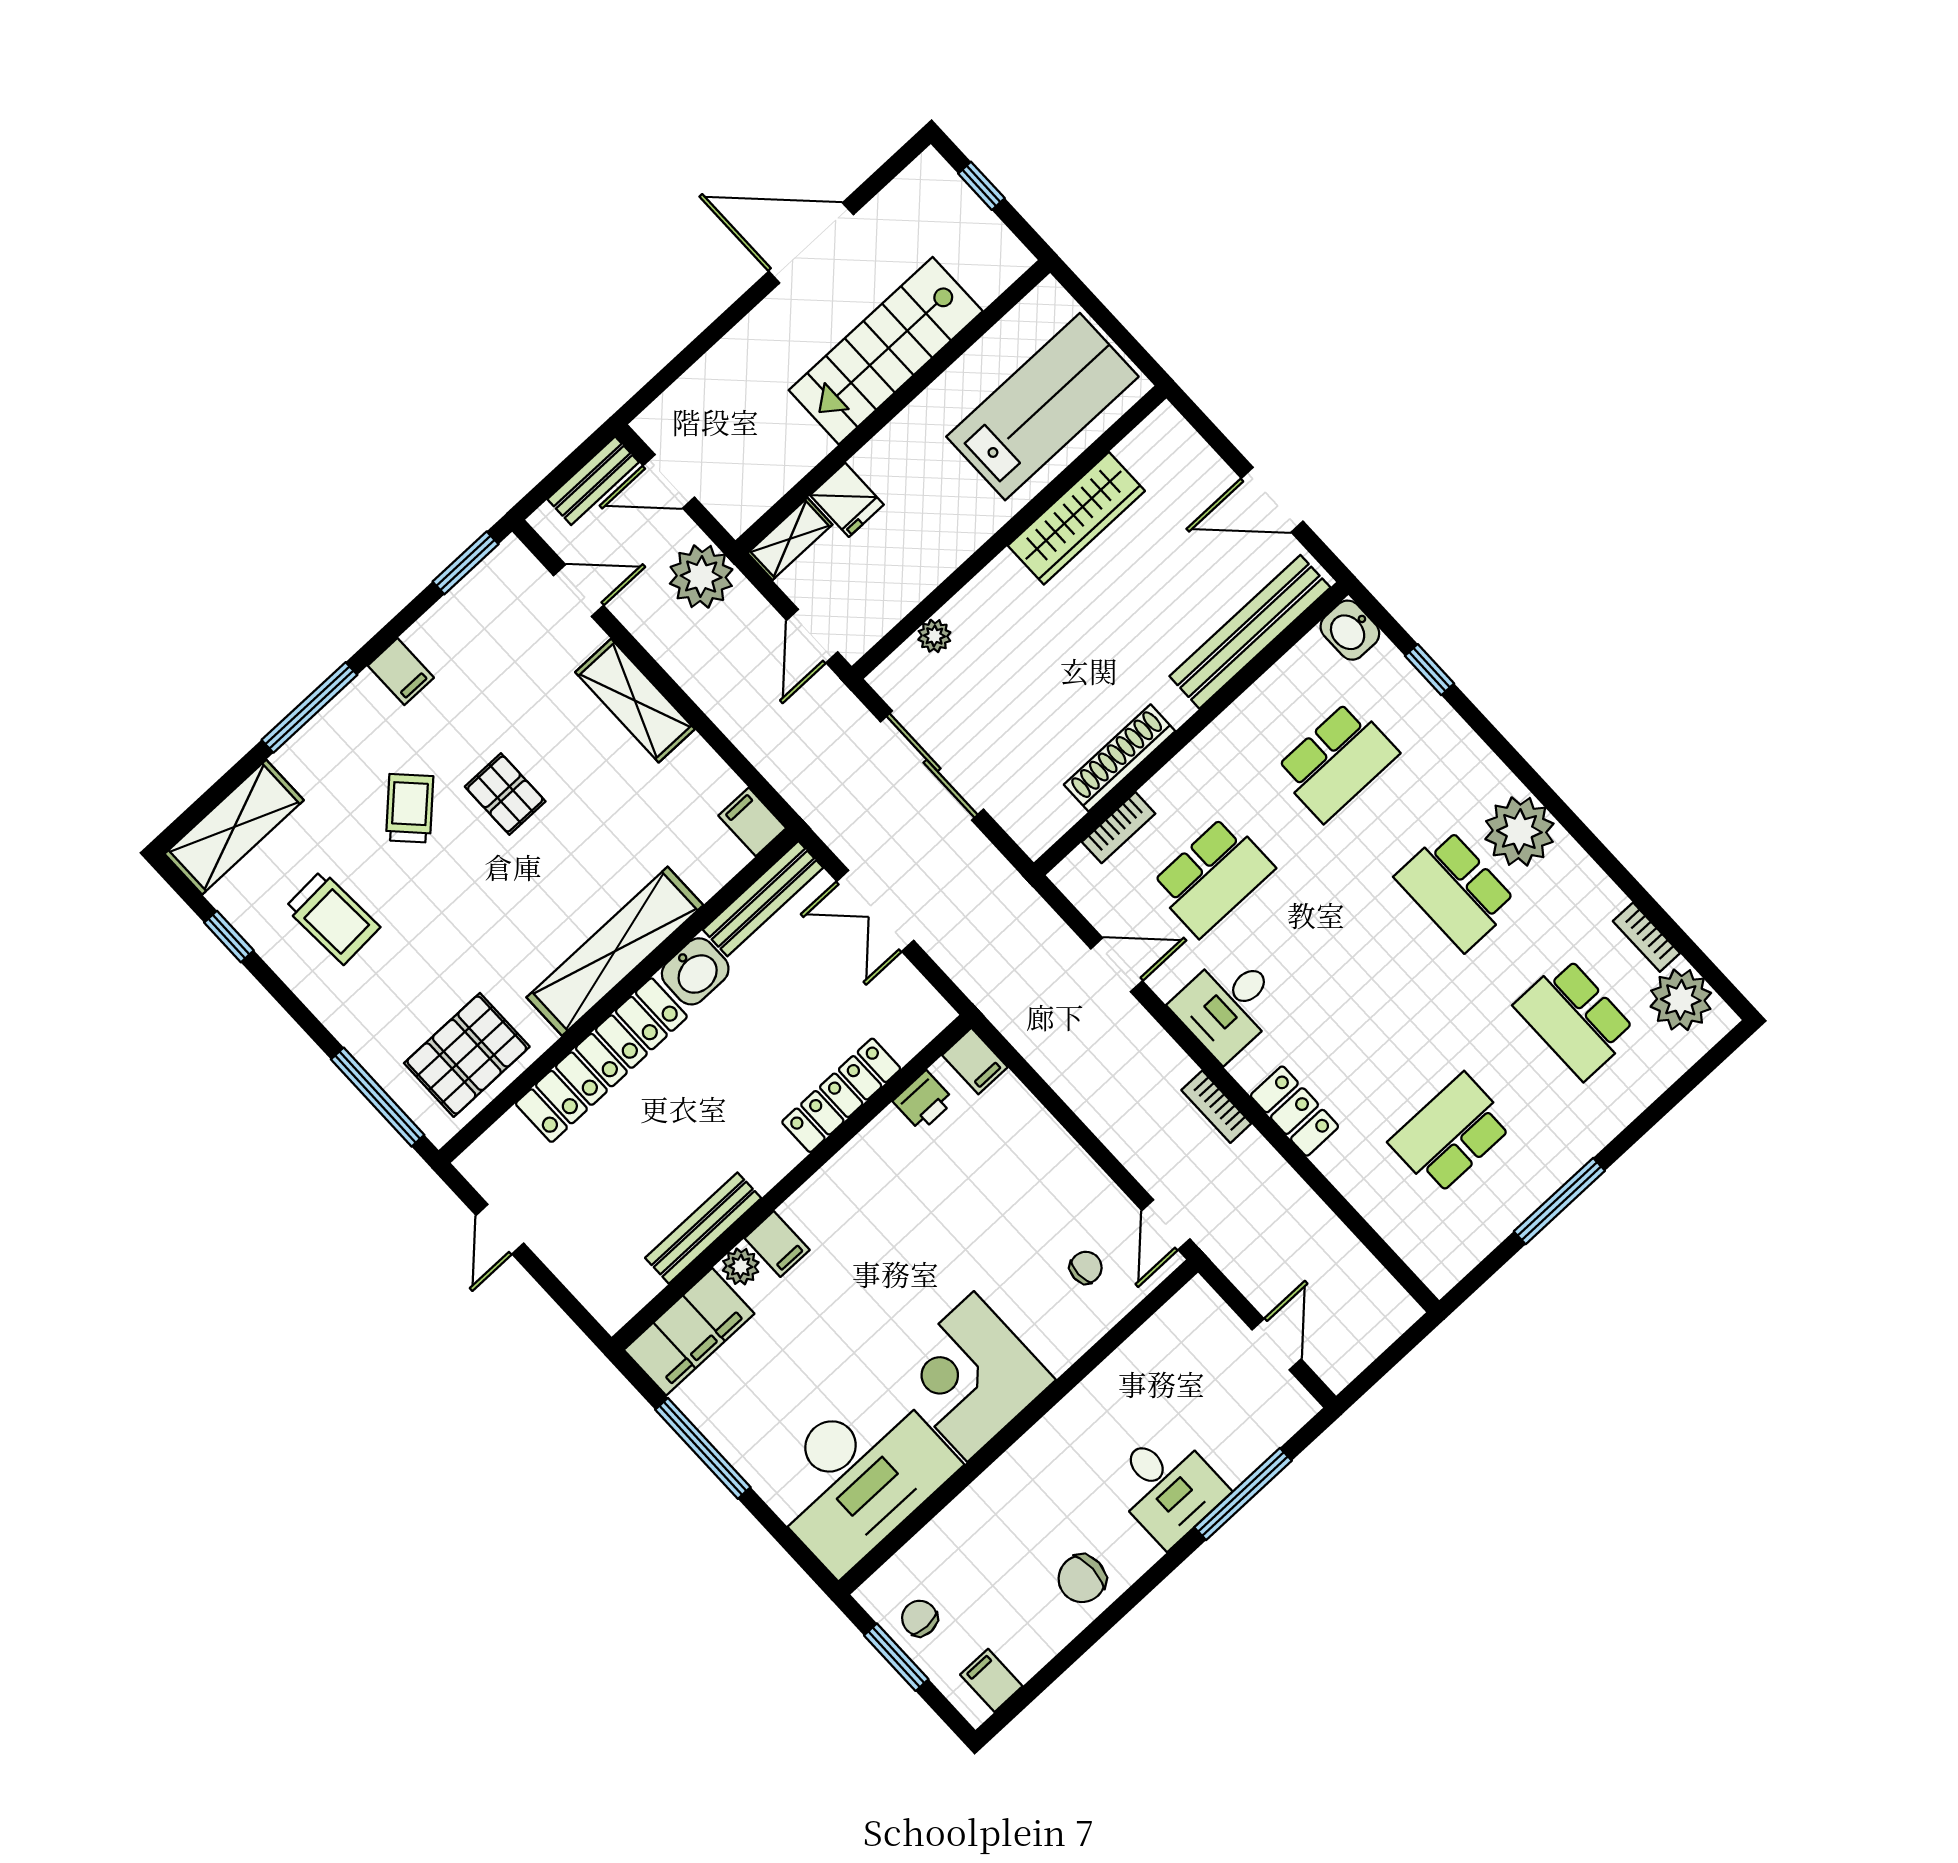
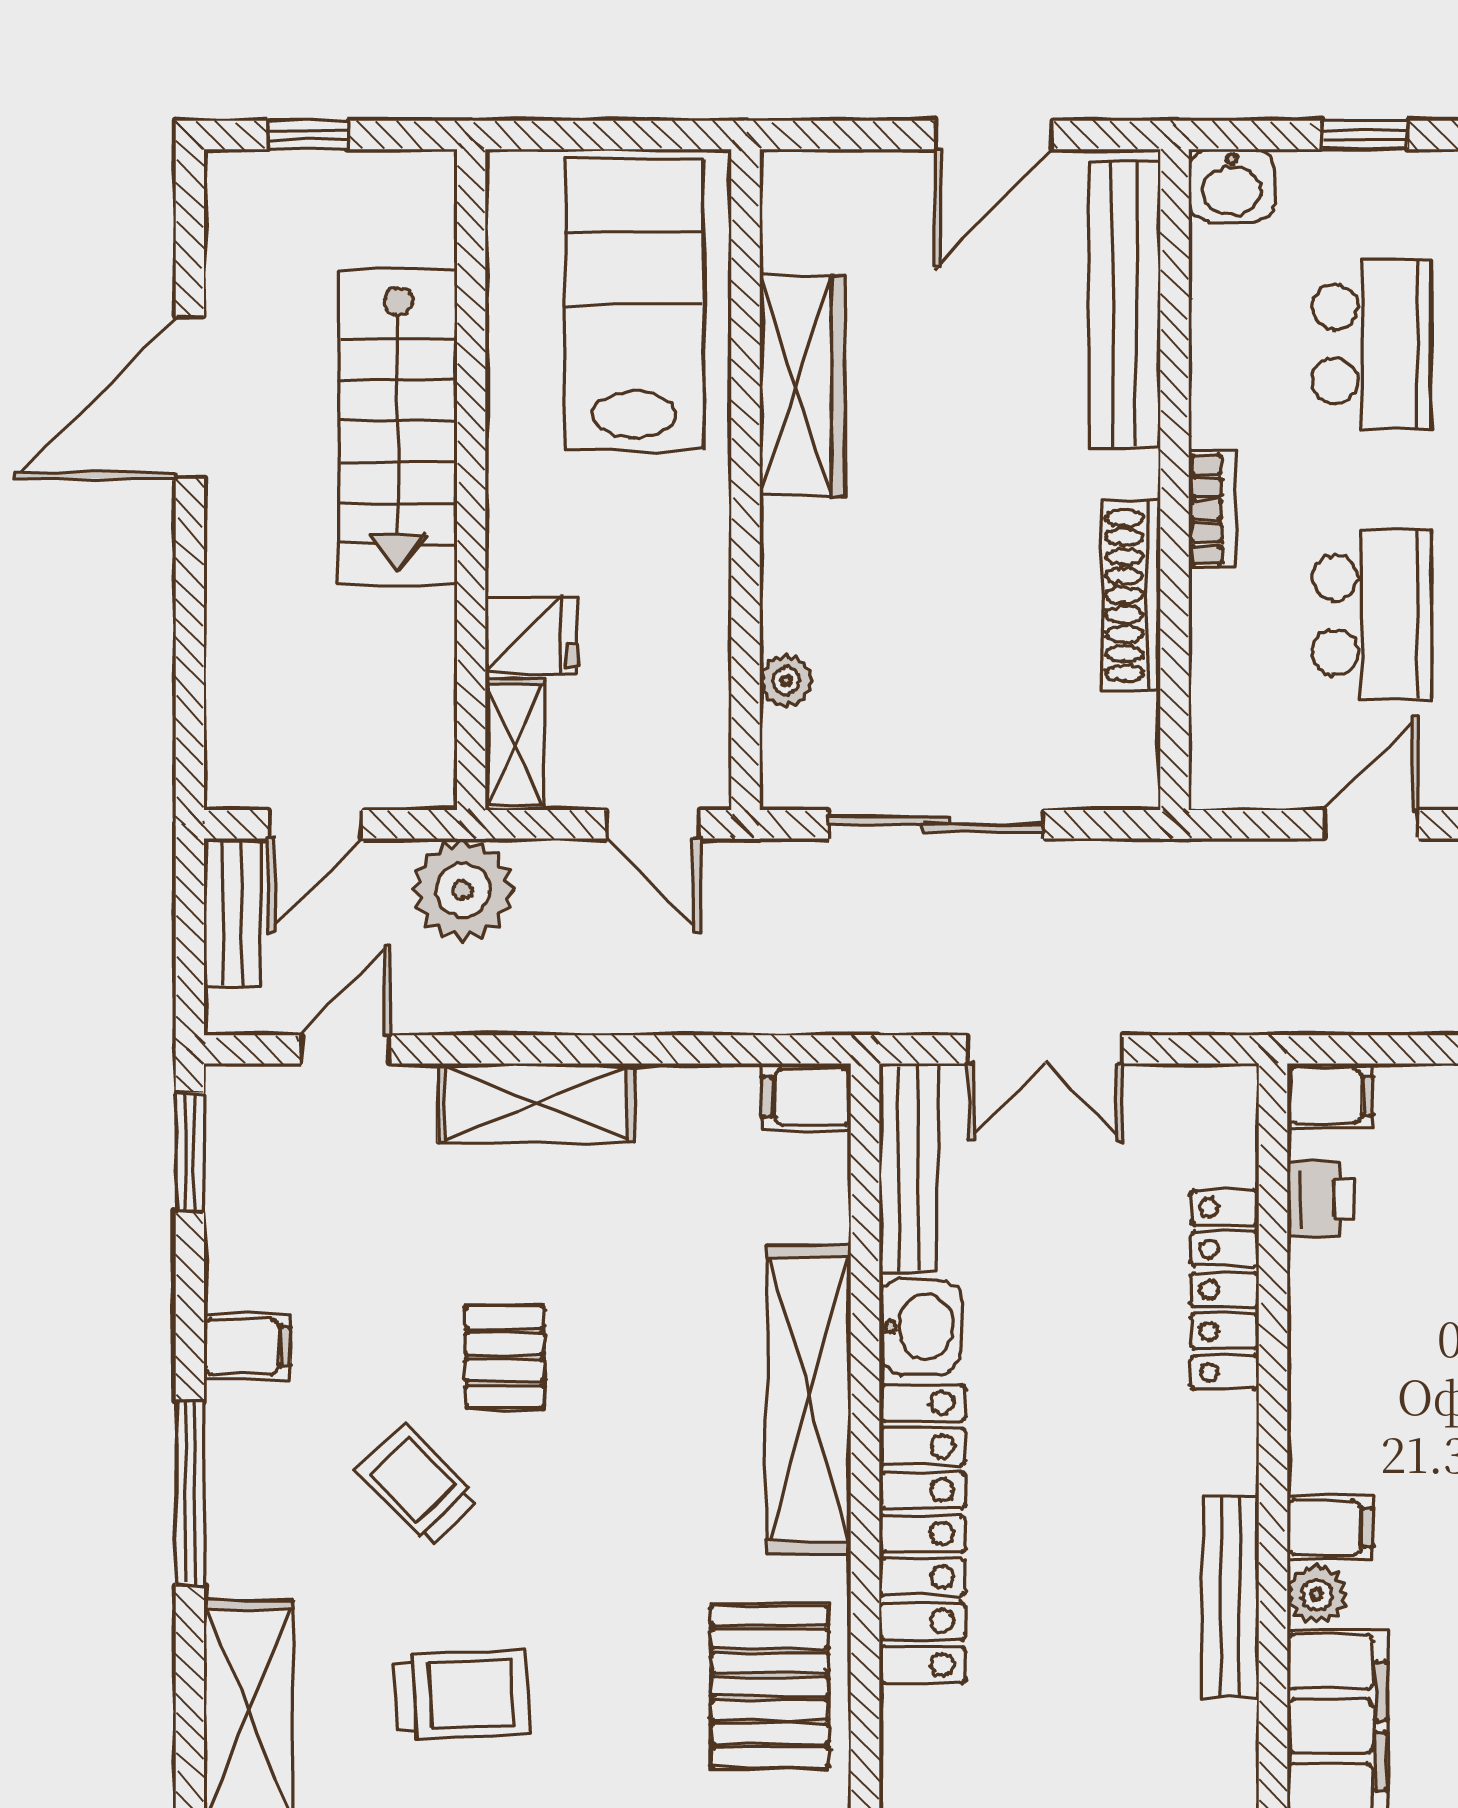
pallet: (505, 794) -> (505, 1357), turned 90
bookcase: (1119, 828) -> (1212, 510), moved

